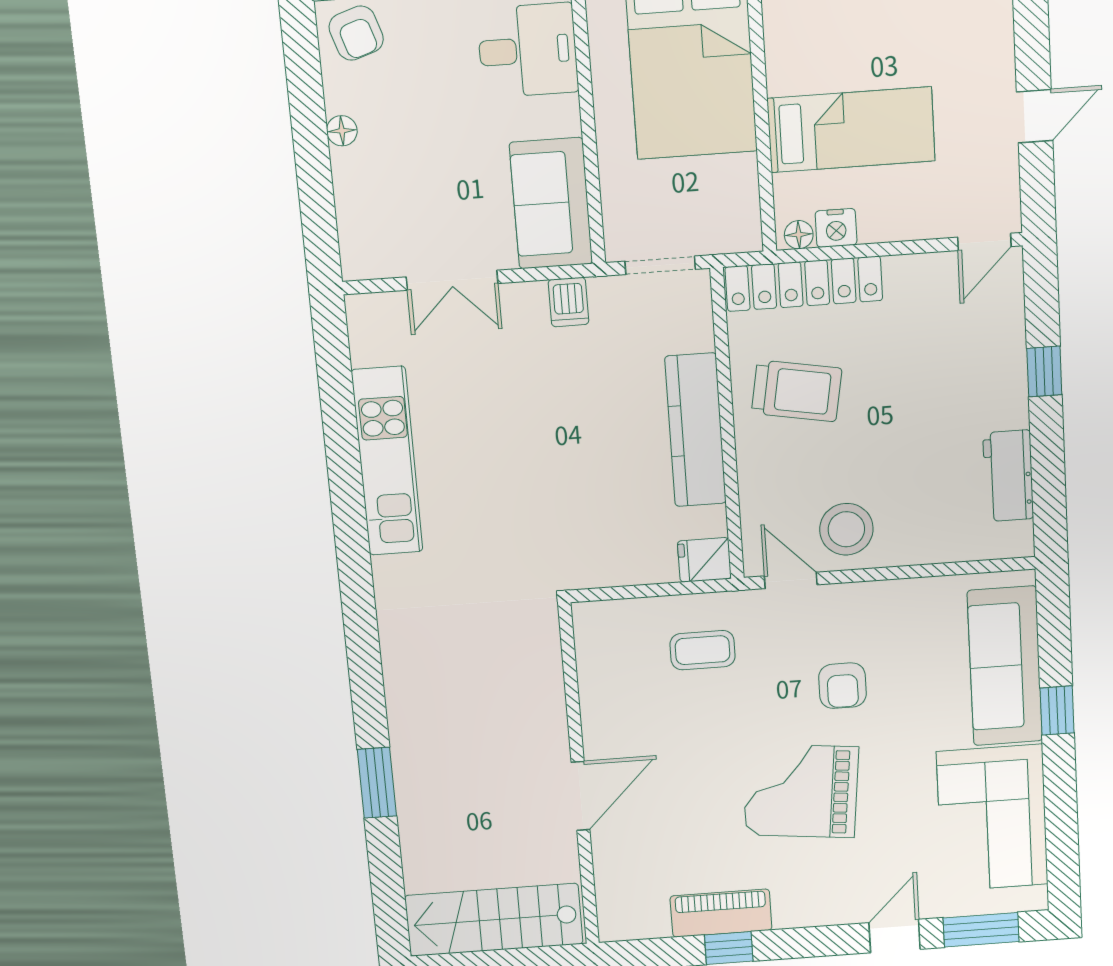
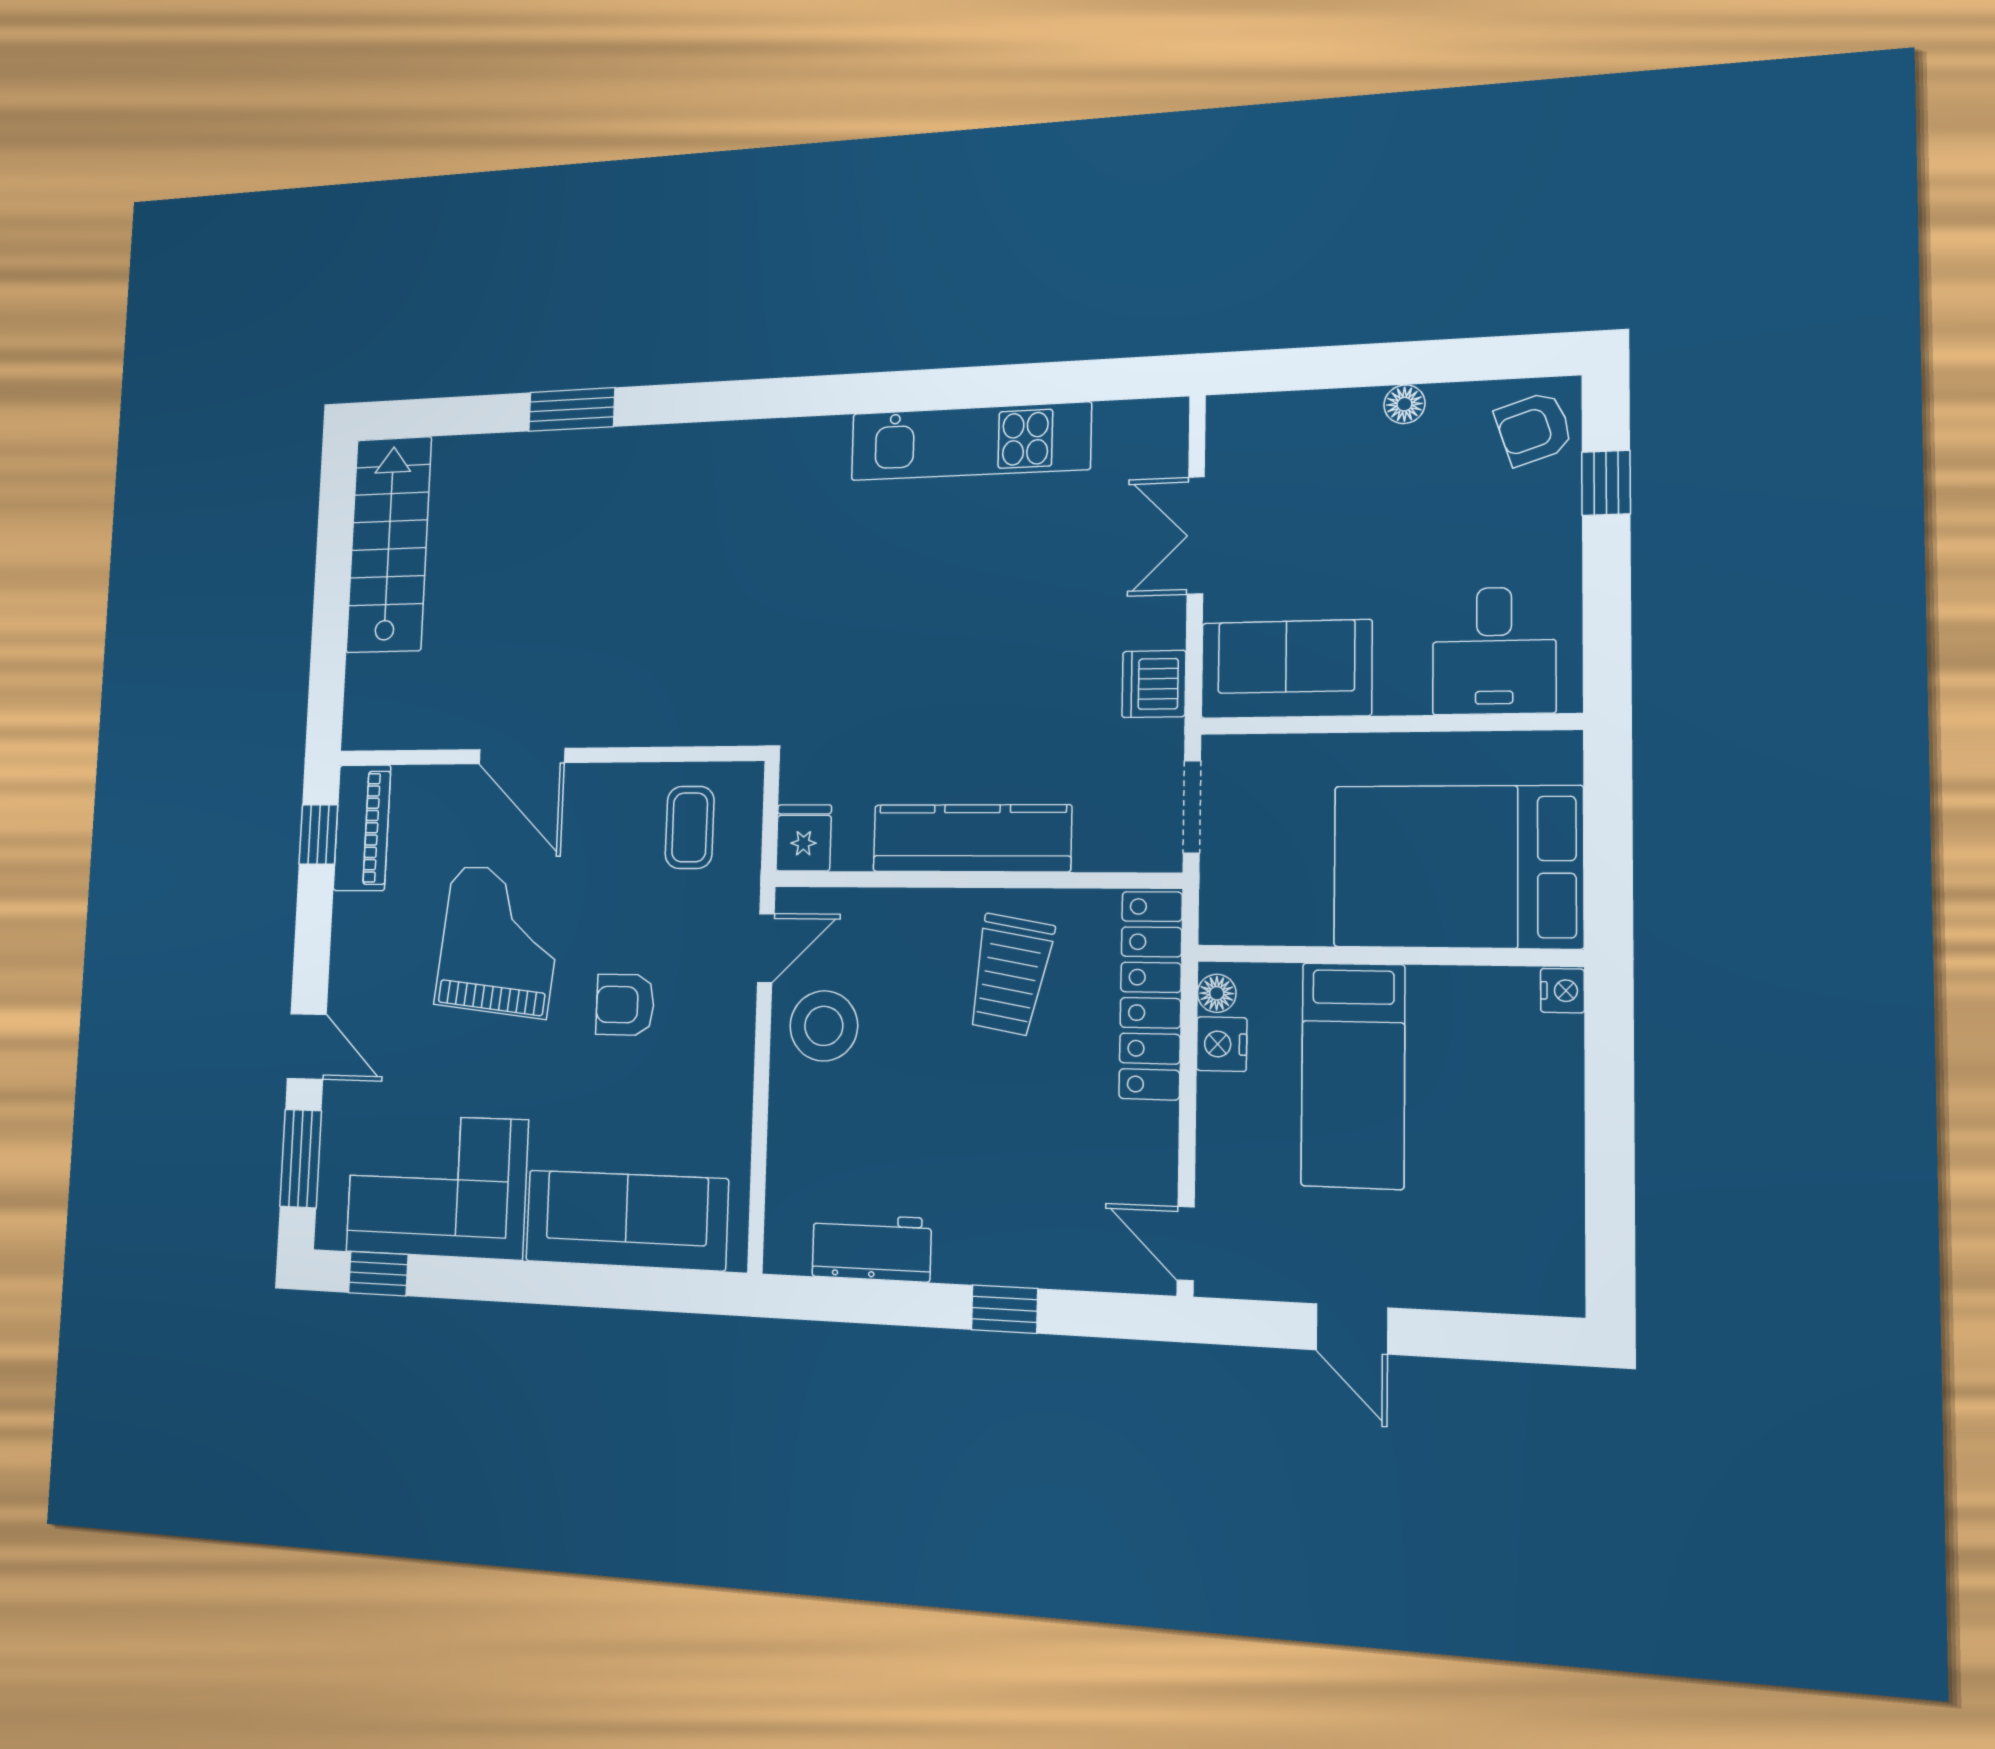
dishwasher: (568, 302) -> (1154, 684), width x1.38
window: (1057, 710) -> (378, 1274), moved
wall: (579, 776) -> (547, 756), moved
door: (580, 796) -> (522, 756), moved

